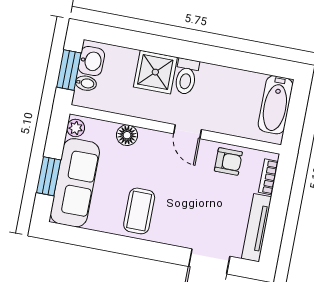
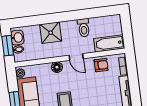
toilet: (186, 76) -> (84, 28), moved
bathtub: (275, 105) -> (109, 43), moved, turned 90
floor lamp: (127, 135) -> (57, 67), moved

